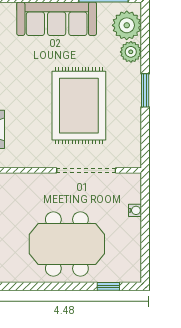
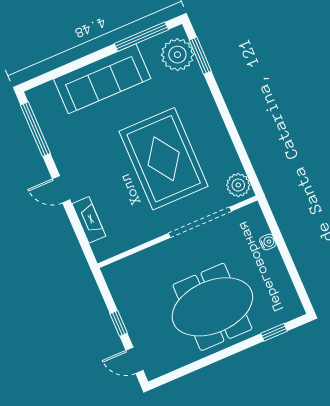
plant: (131, 52) -> (238, 185), moved
window: (145, 90) -> (200, 56), moved

